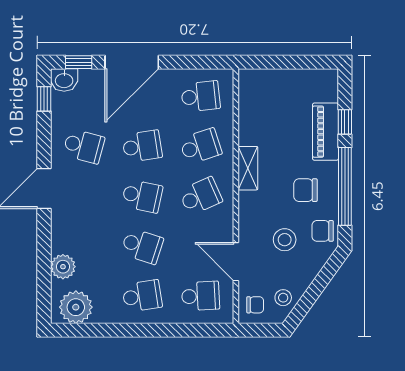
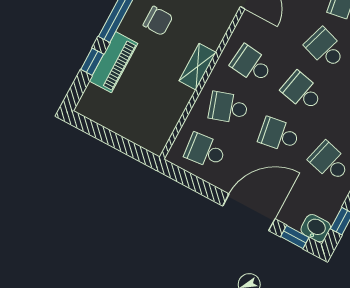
school desk: (201, 196) -> (251, 64), turned 30

